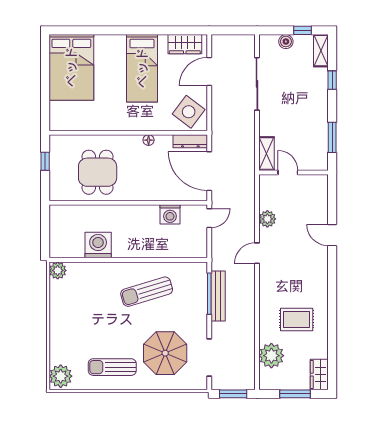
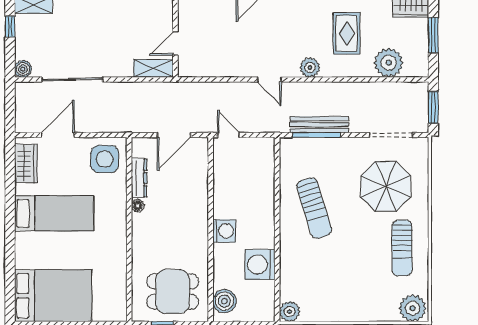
boiler: (286, 42) -> (23, 69), moved
door: (209, 72) -> (58, 135), swing flipped
side table: (189, 112) -> (105, 159), turned -37
dresser: (190, 141) -> (139, 178), moved
door: (209, 171) -> (174, 135), width x0.73
dining table: (98, 172) -> (173, 291), moved
washing machine: (170, 214) -> (224, 231), moved
boiler: (67, 215) -> (224, 301), added
plant: (267, 219) -> (310, 67), moved

